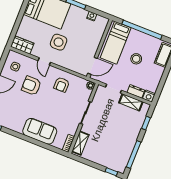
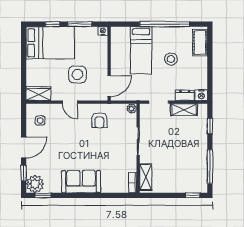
wall: (99, 48) -> (109, 64), moved
door: (93, 66) -> (109, 86), moved
armchair: (31, 86) -> (66, 135), removed
sofa: (40, 131) -> (81, 182), moved

